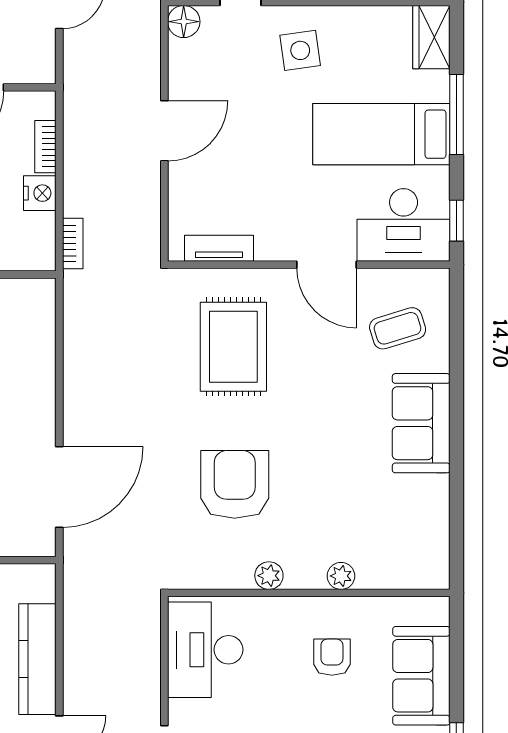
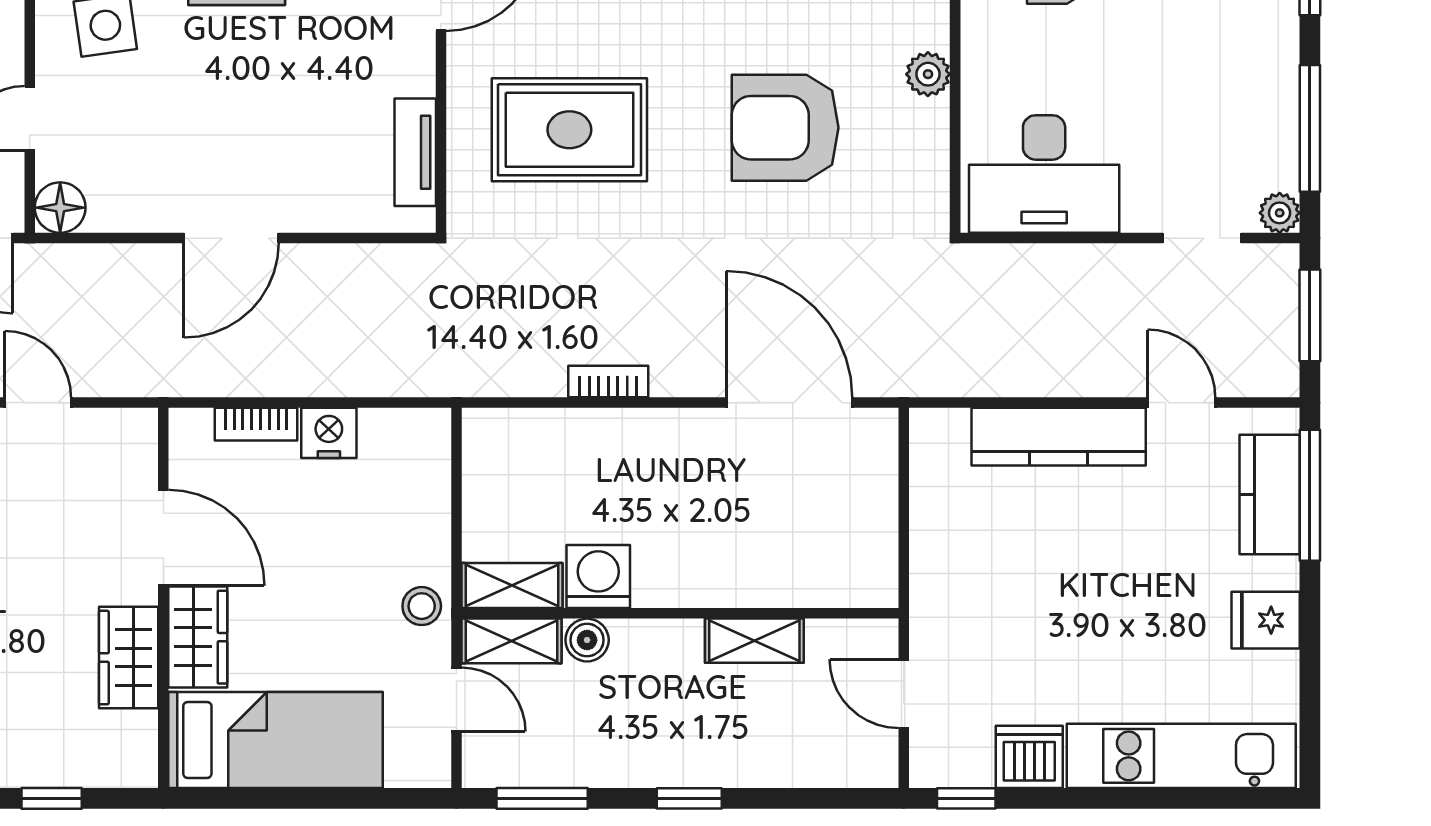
door: (164, 131) -> (231, 238), swing flipped
bookcase: (73, 244) -> (608, 381), moved

